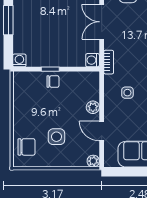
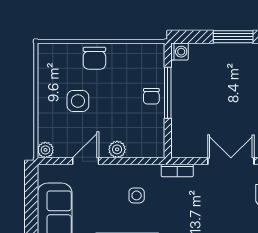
washing machine: (93, 60) -> (180, 149), removed
window: (50, 69) -> (168, 93), width x2.17
chair: (26, 147) -> (94, 58), moved

